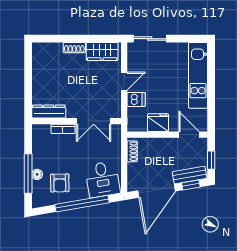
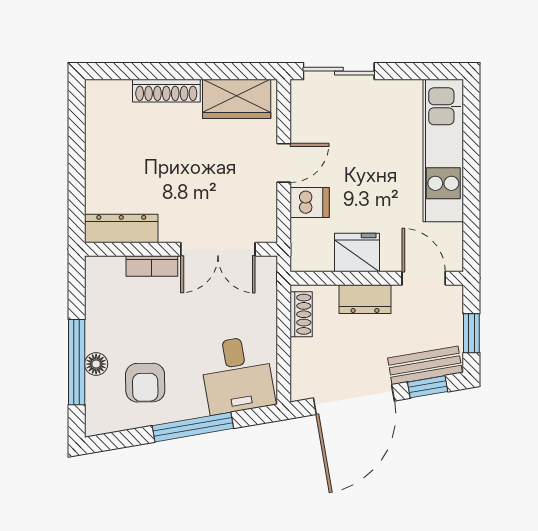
shoe rack: (74, 48) -> (166, 91), width x1.43
dresser: (162, 144) -> (365, 299), added
window: (82, 204) -> (193, 427), width x0.68

